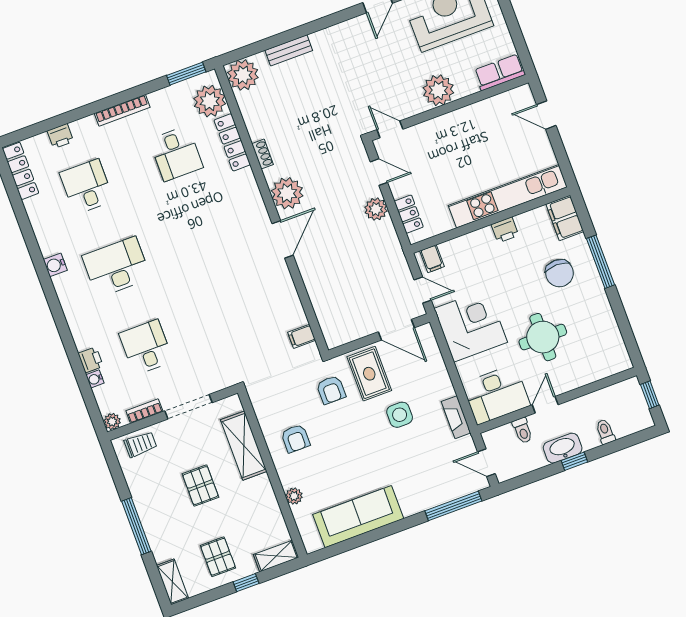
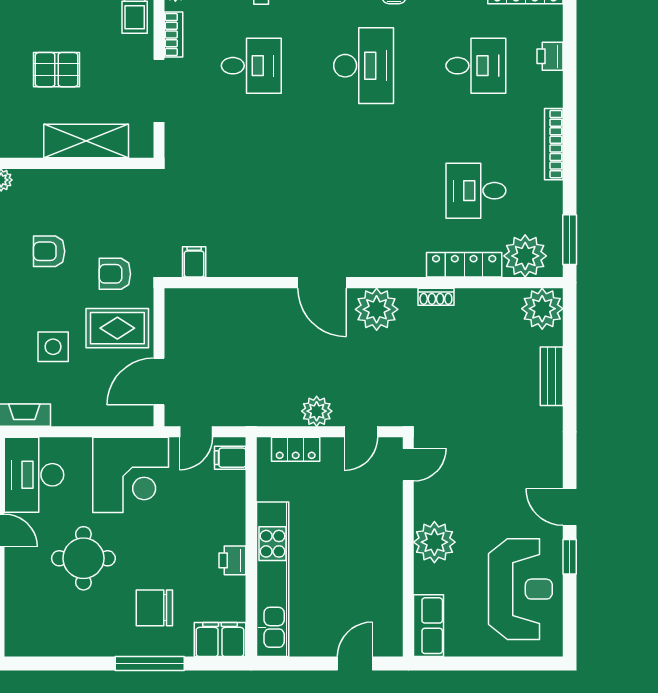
armchair: (295, 438) -> (49, 251), moved

